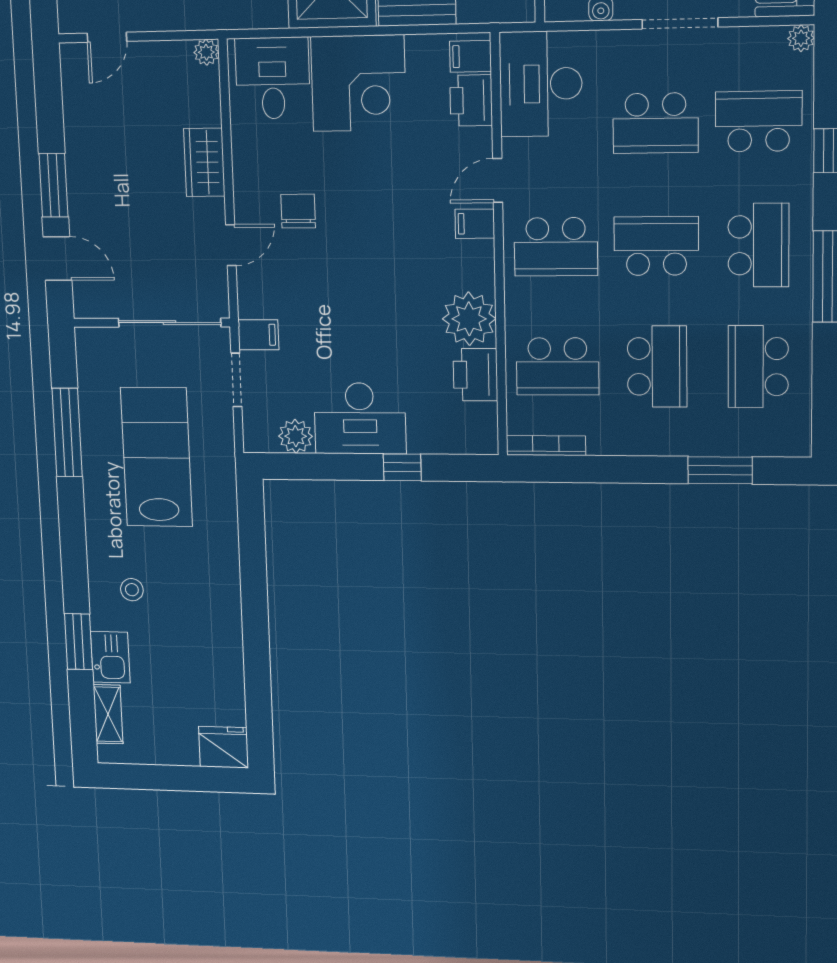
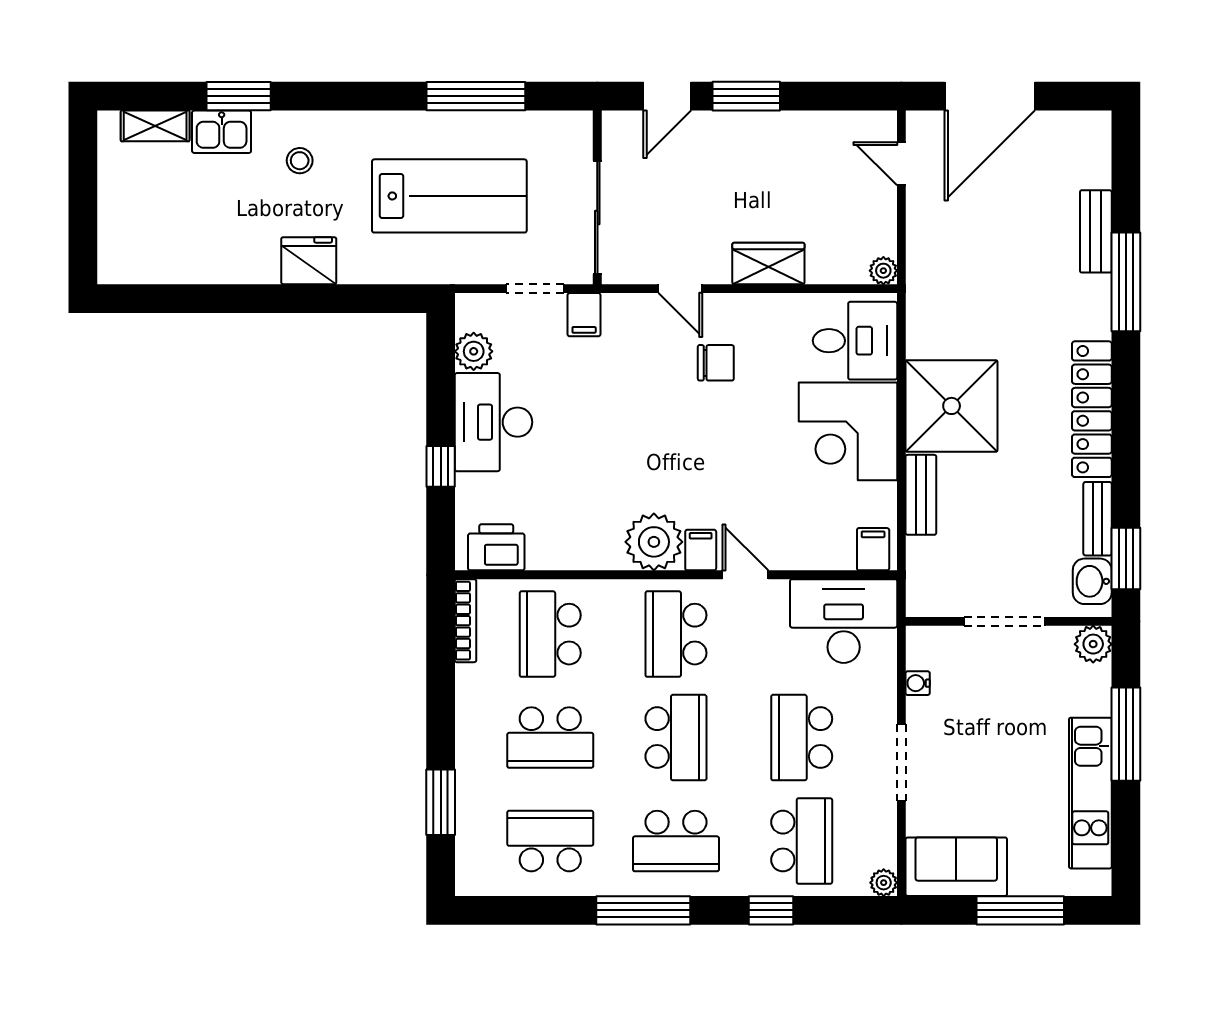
printer: (471, 100) -> (828, 549), removed
plant: (469, 319) -> (654, 542), moved
printer: (475, 375) -> (496, 547), moved
fridge: (224, 747) -> (309, 261), moved, turned -90

